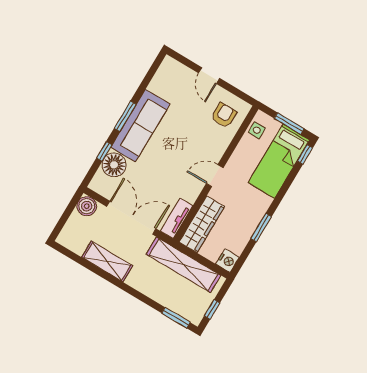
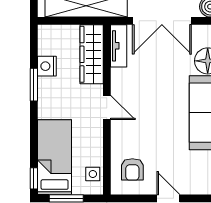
door: (215, 176) -> (107, 108), hinge flipped
nightstand: (228, 261) -> (47, 66), moved

